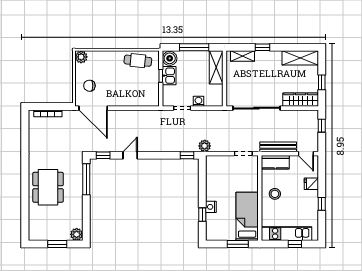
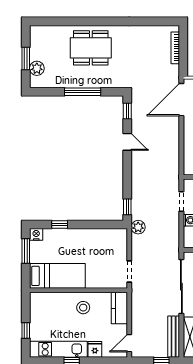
bench: (278, 147) -> (174, 337), moved
window: (86, 179) -> (83, 92), moved
nightstand: (211, 207) -> (36, 234), moved
plant: (77, 234) -> (37, 68), moved
kitchen unit: (287, 234) -> (58, 349), moved, turned -90
window: (238, 244) -> (26, 251), moved

